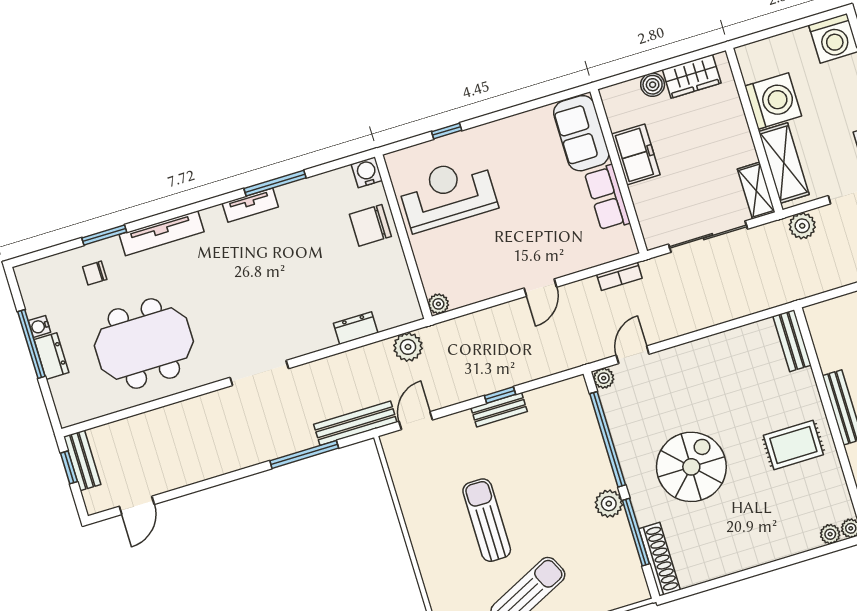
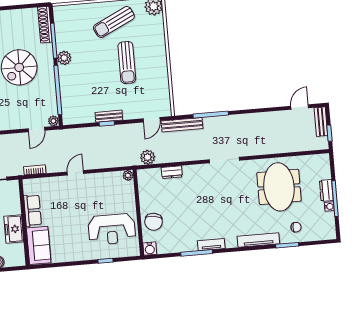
chair: (370, 225) -> (154, 222), turned 99
meeting table: (144, 344) -> (279, 187), turned 90
bench: (82, 461) -> (321, 122), moved

